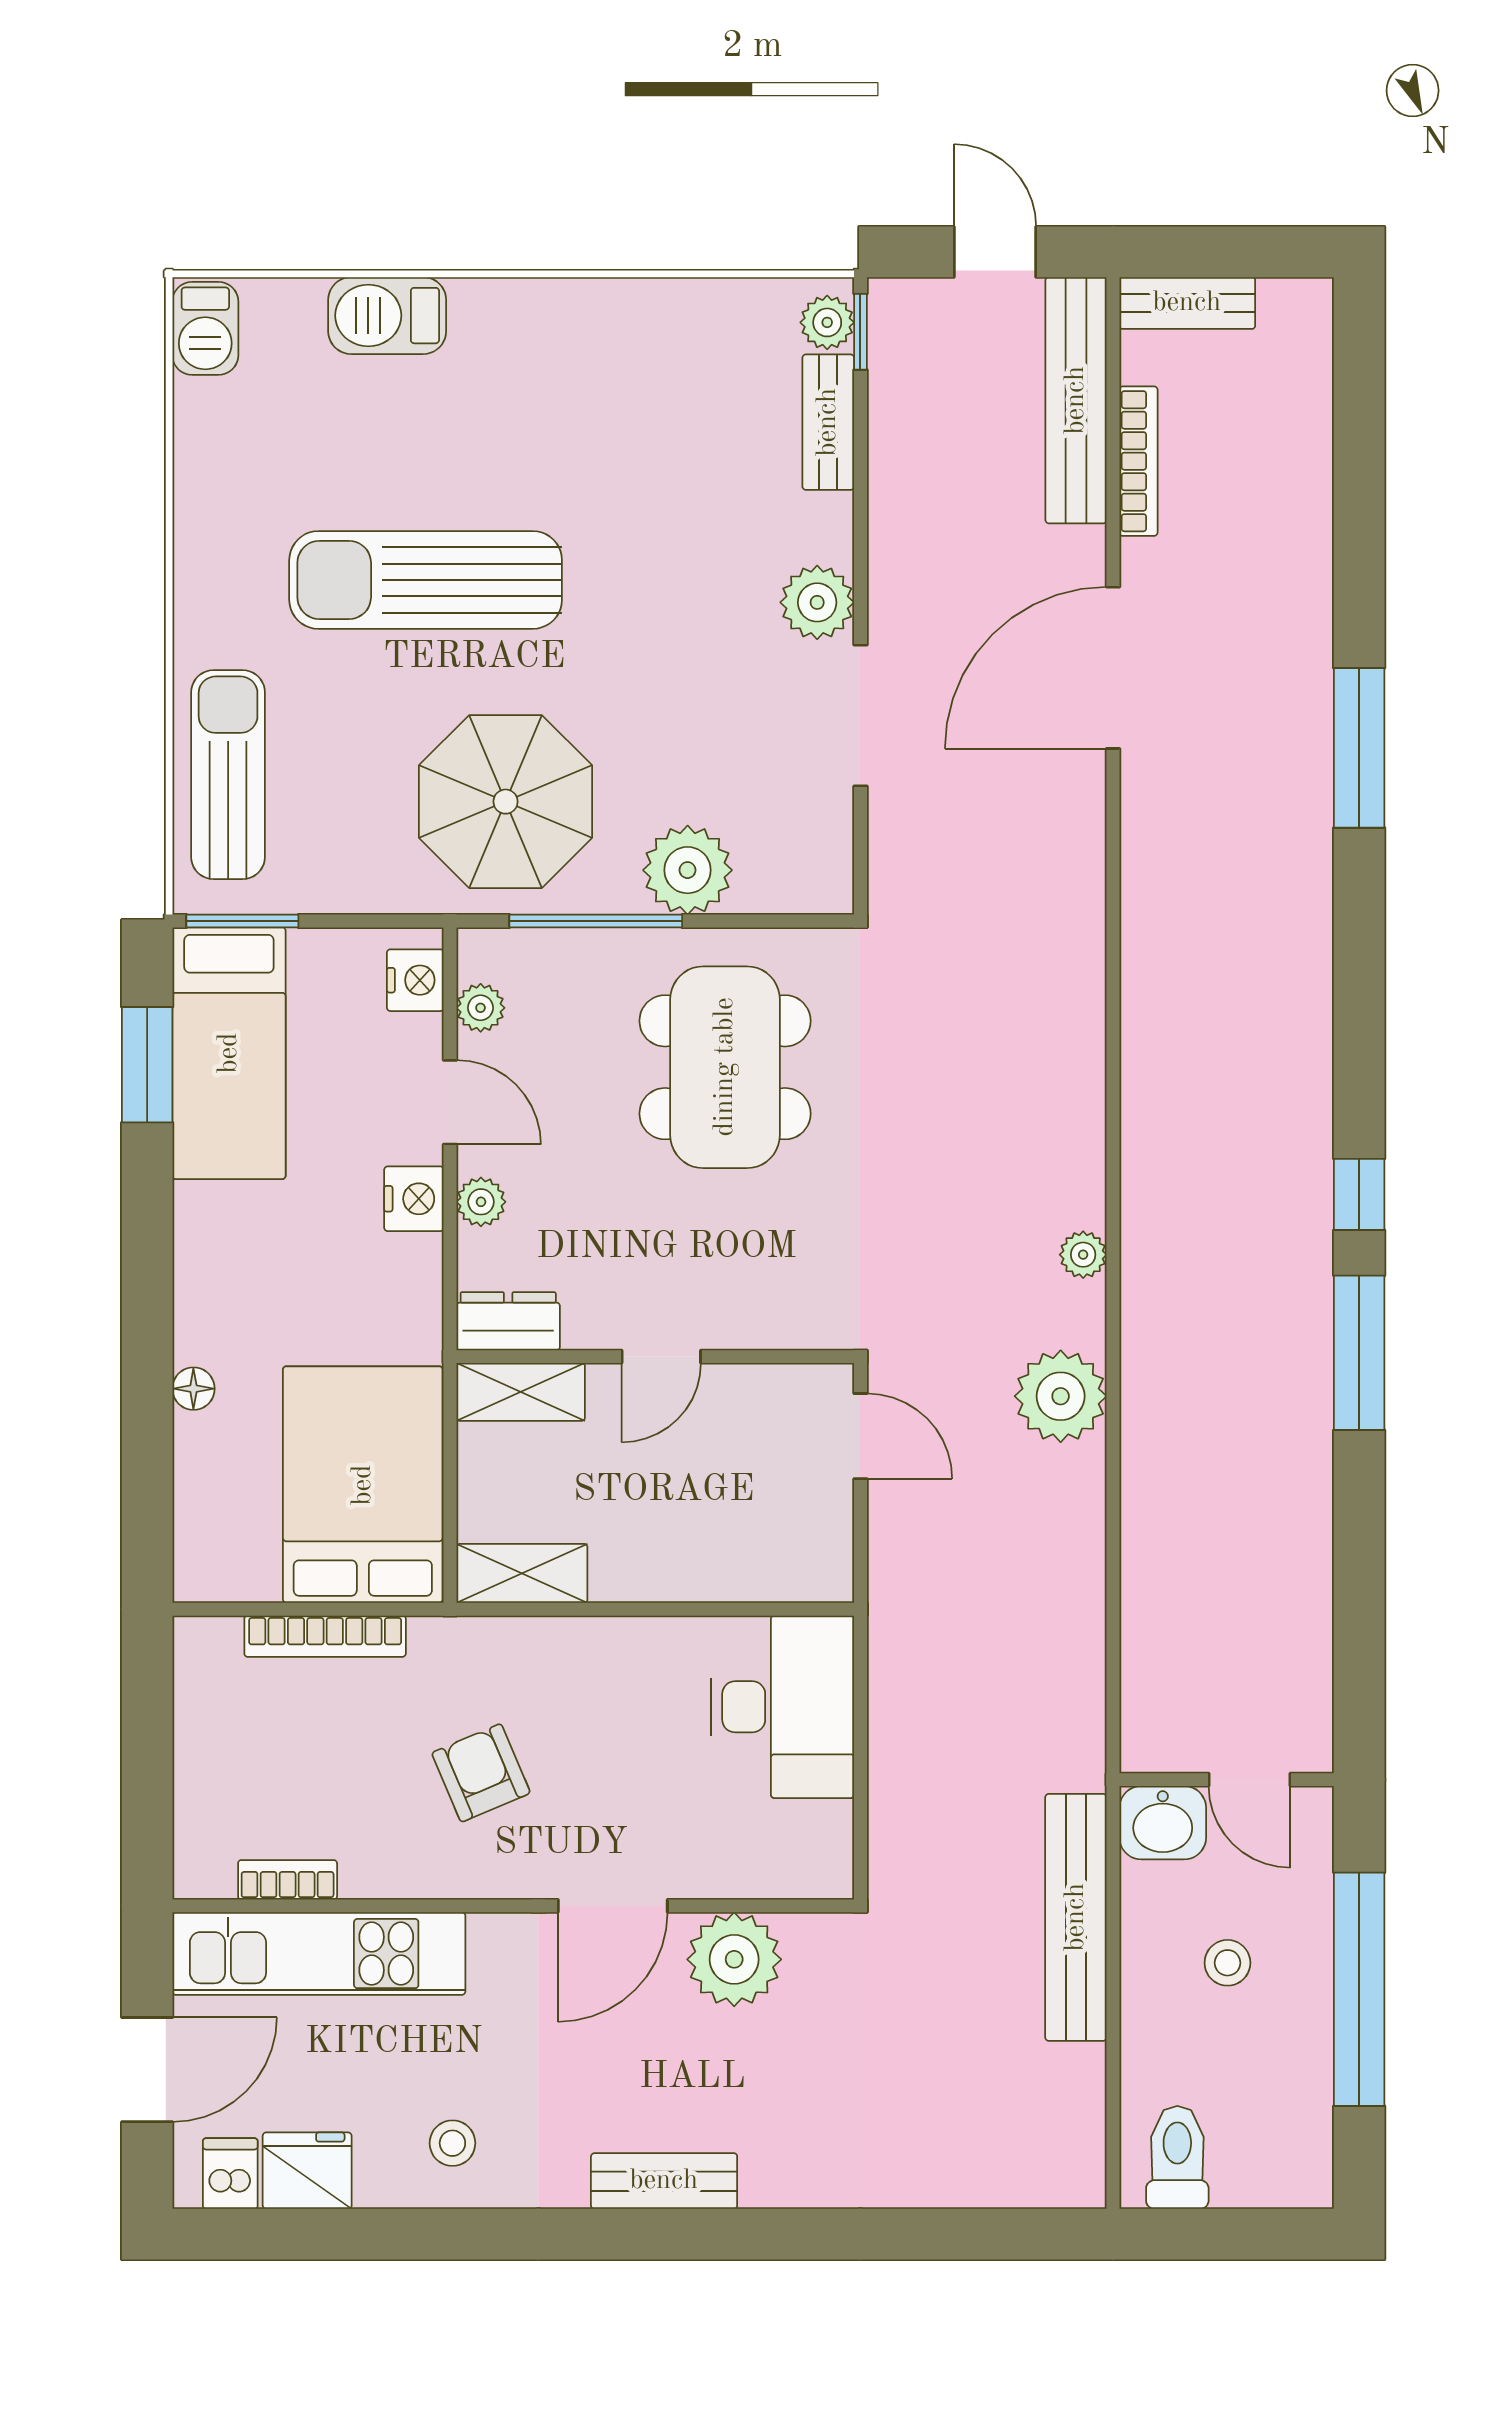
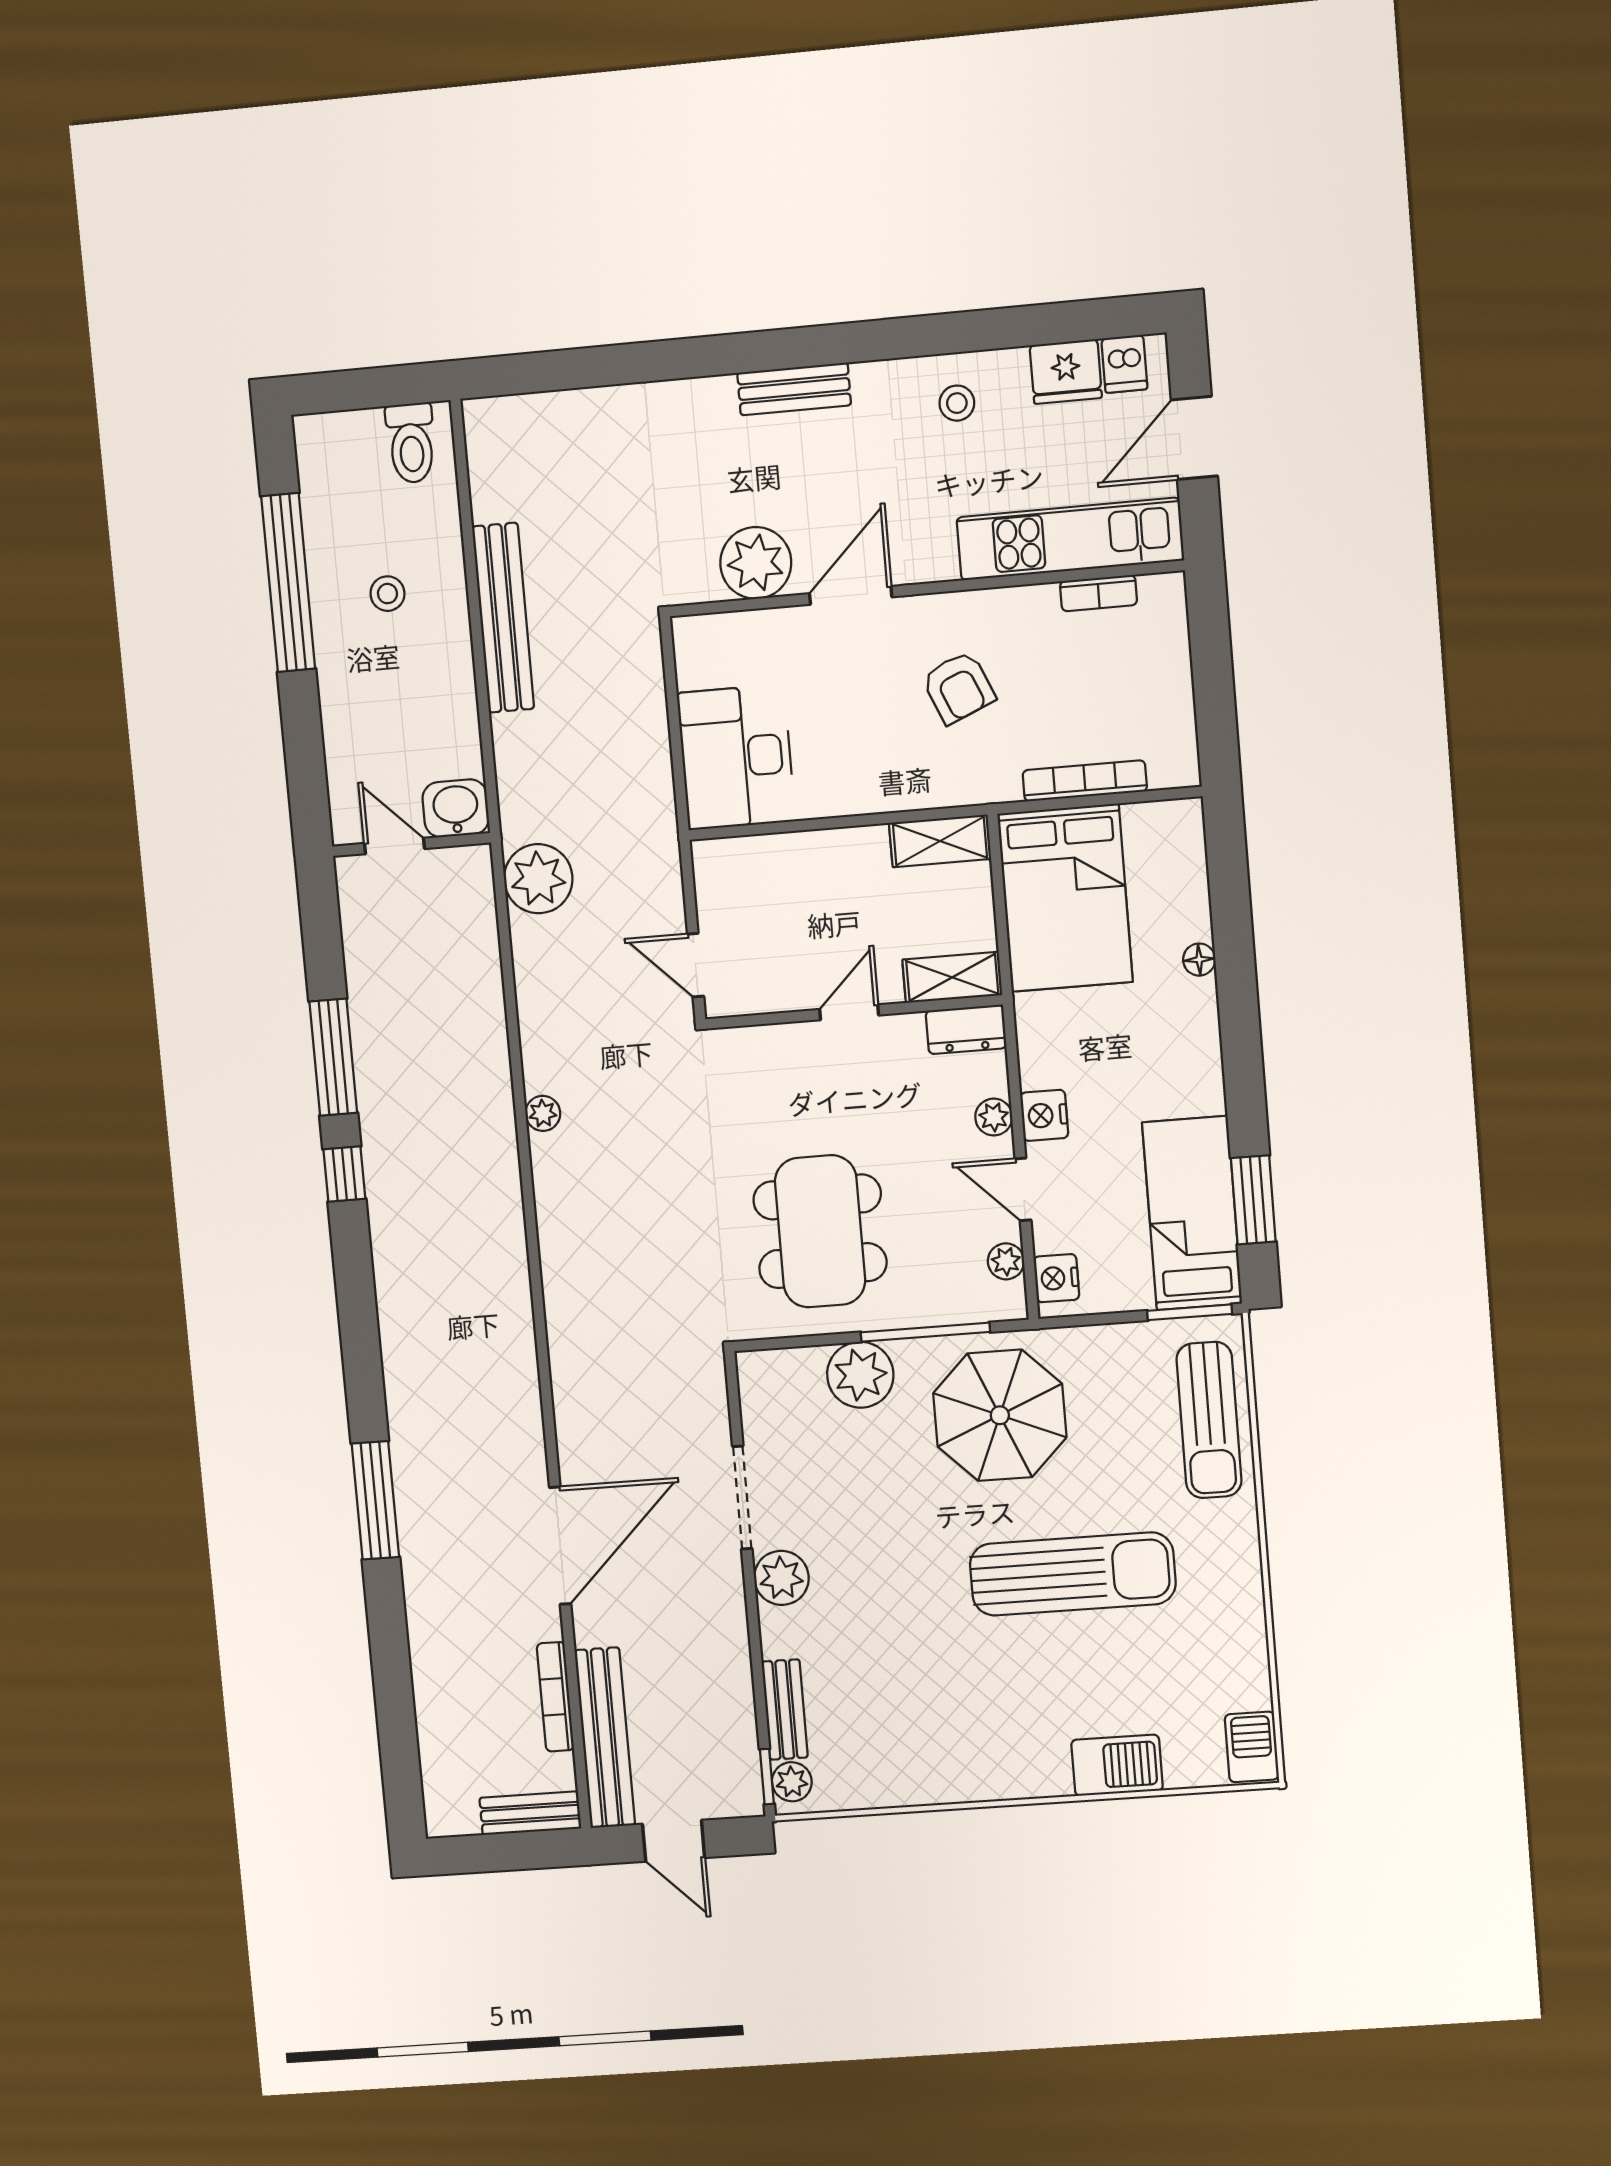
plant: (1061, 1396) -> (538, 879), moved
wall: (1227, 1780) -> (411, 845), moved
door: (1250, 1780) -> (395, 846), moved
washbasin: (1163, 1823) -> (456, 808), moved

